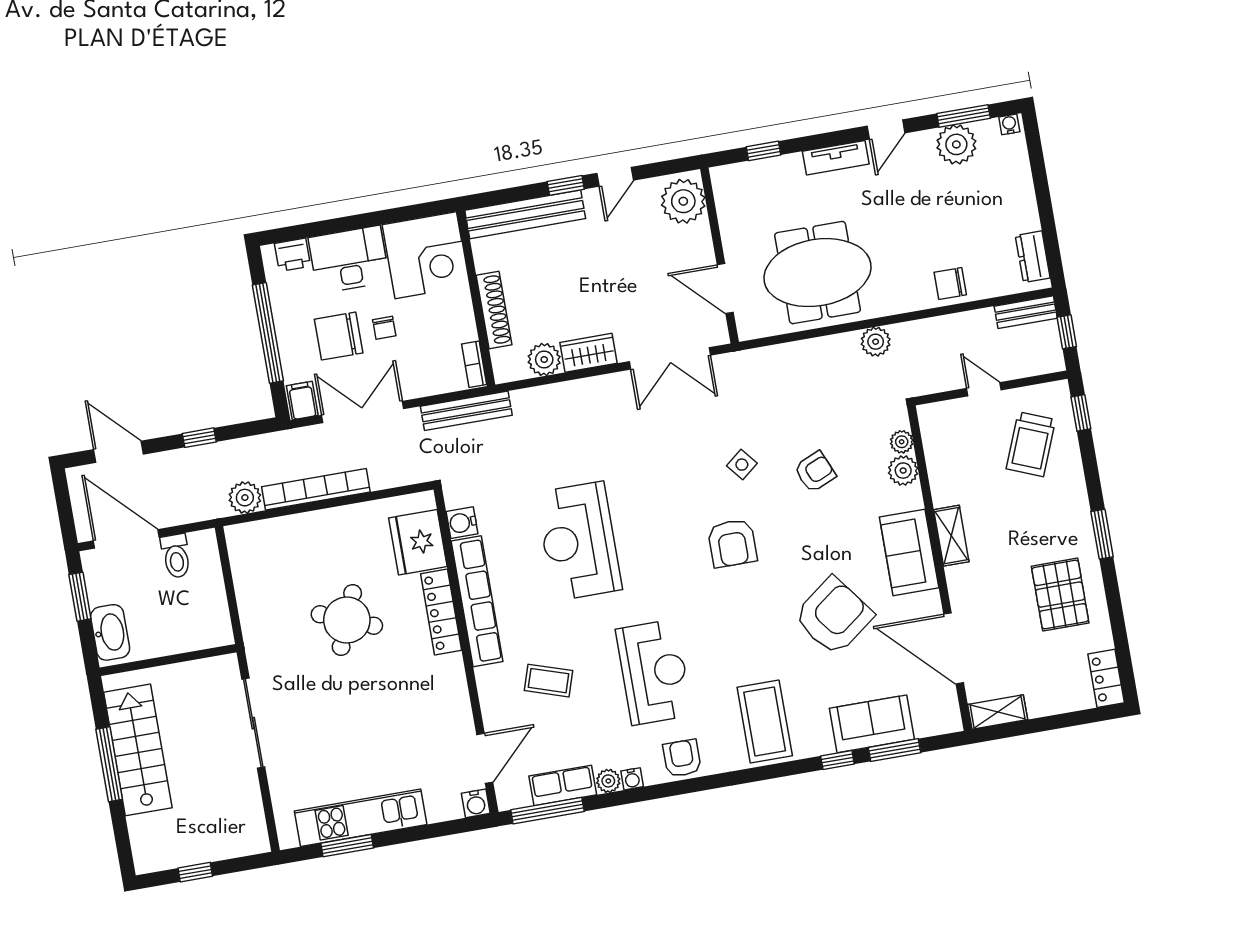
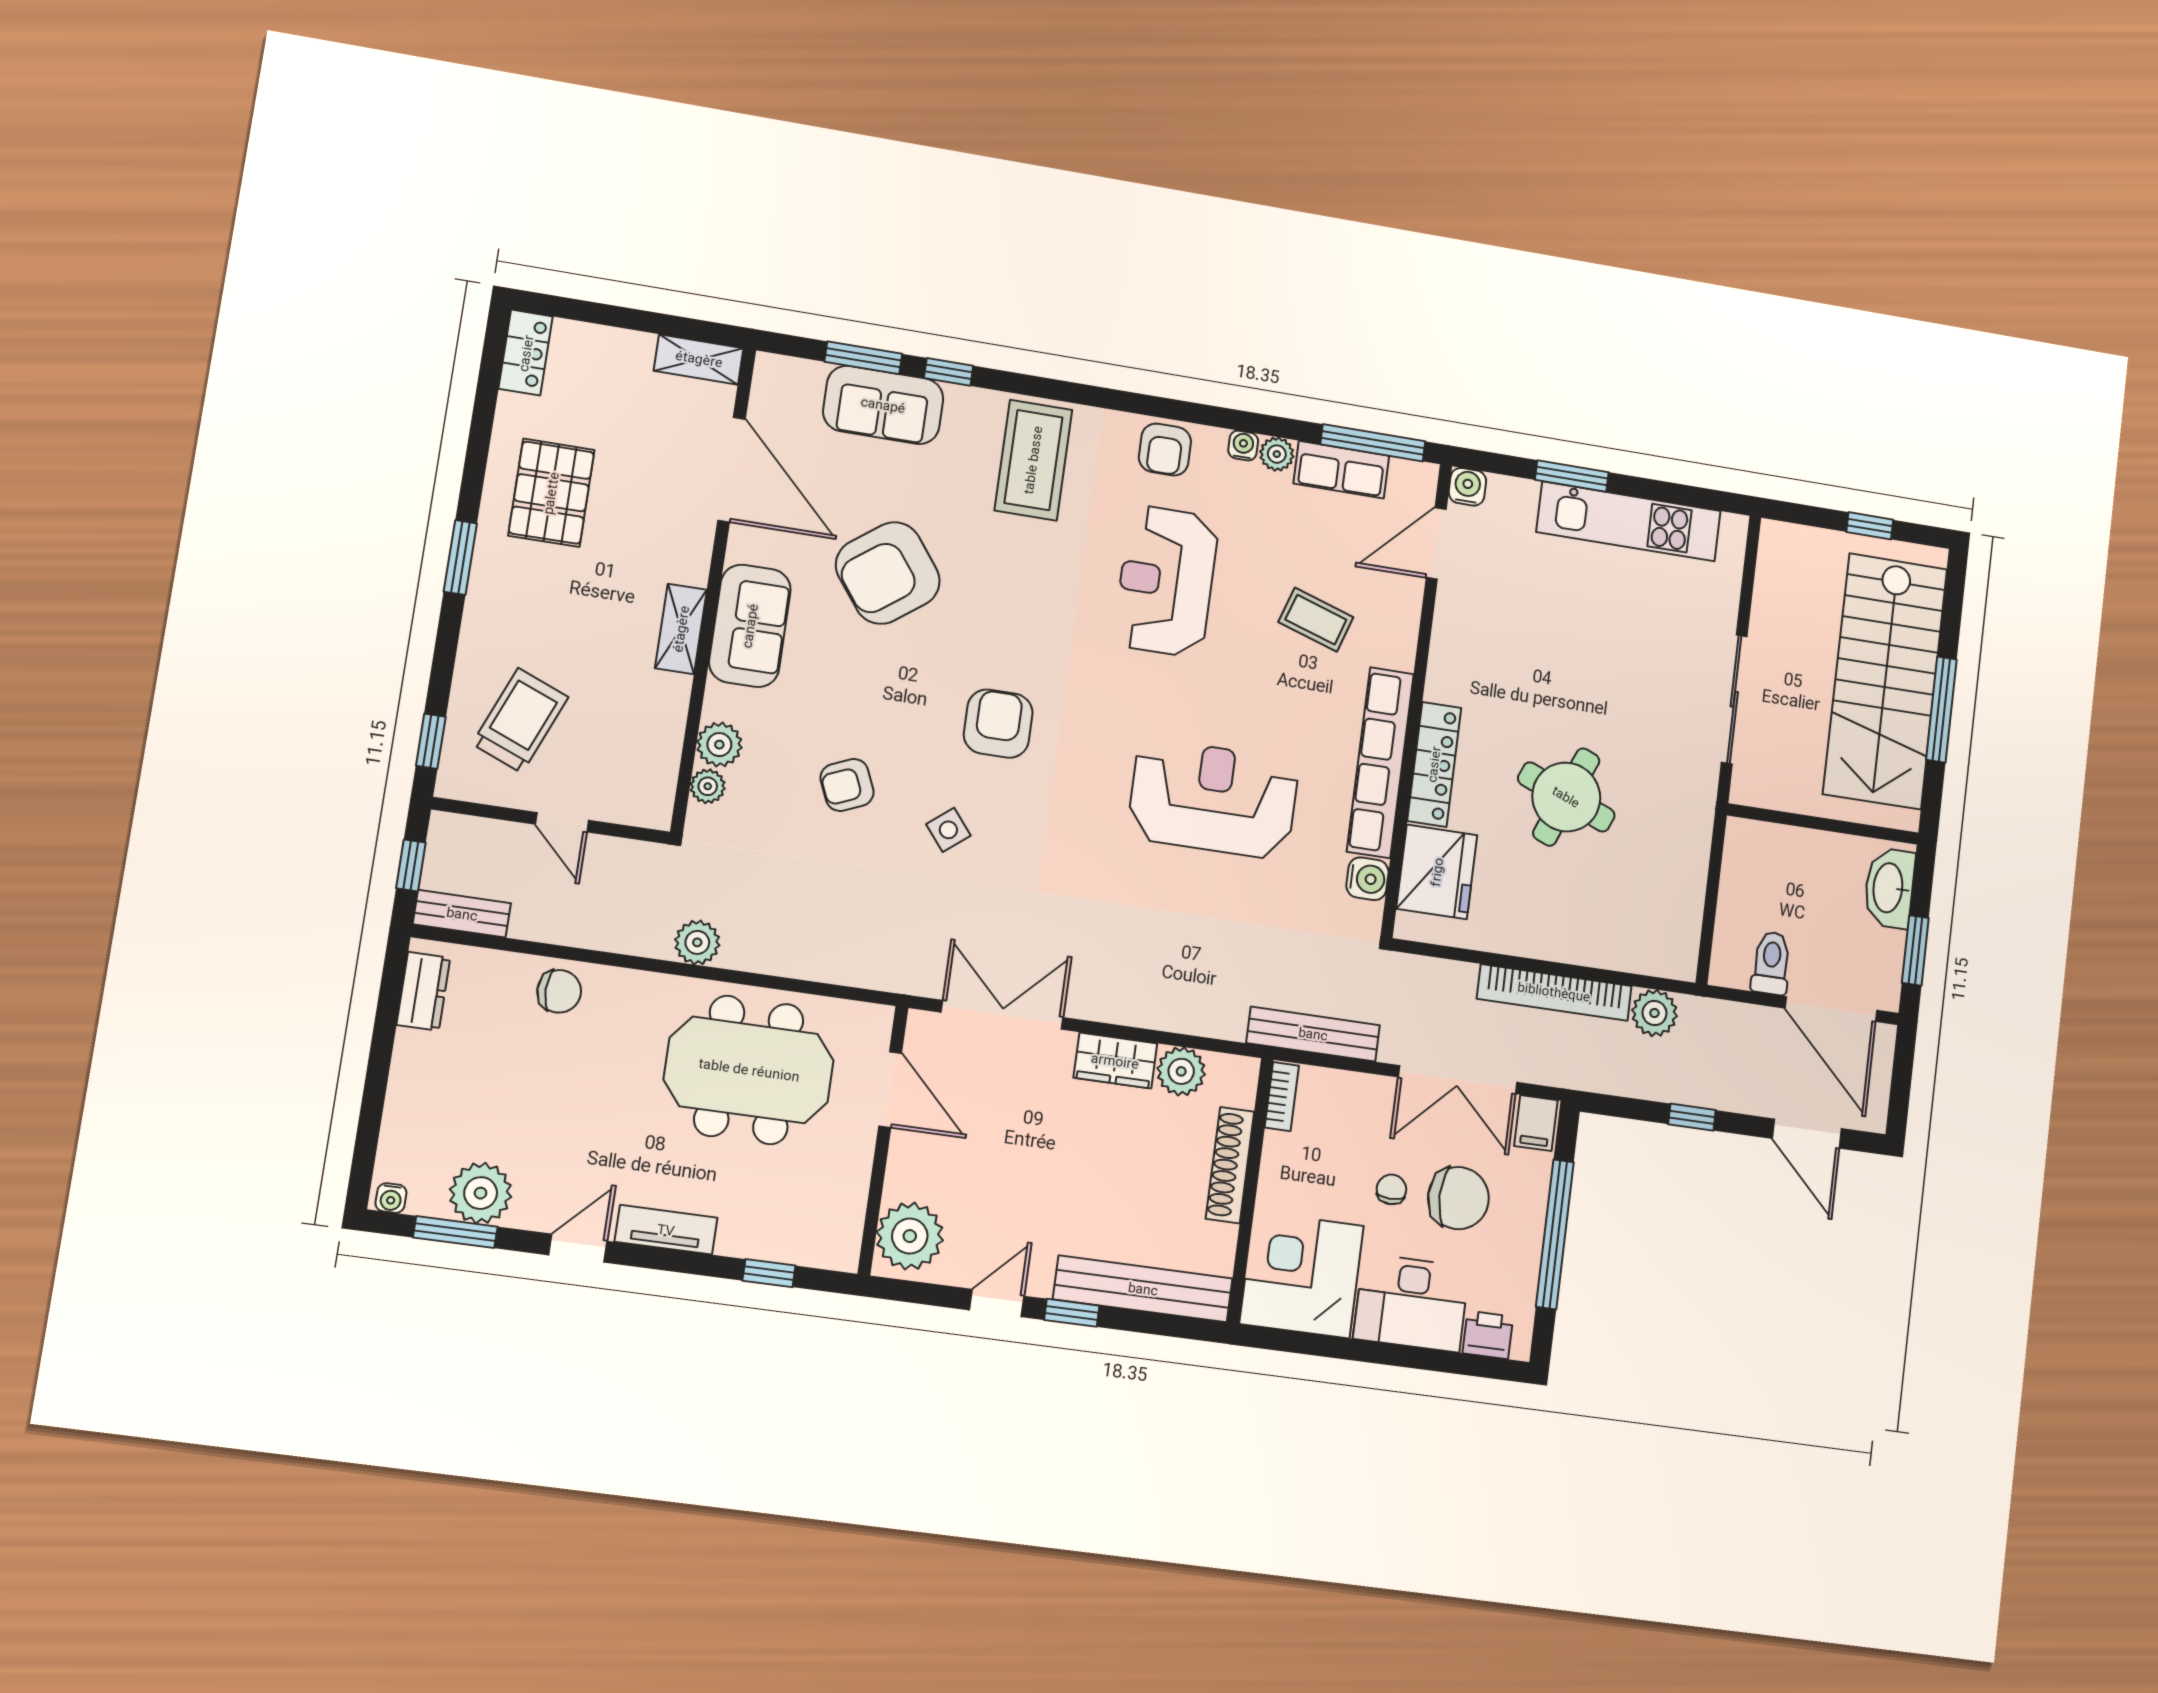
reception desk: (579, 541) -> (1213, 799), turned -90
stairs: (138, 750) -> (1885, 681), width x1.36, depth x1.51
window: (347, 846) -> (1572, 476), moved

